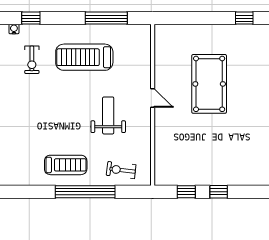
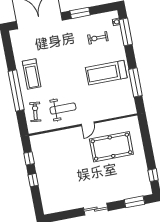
window: (31, 18) -> (126, 32), width x2.17
treadmill: (84, 57) -> (106, 73), turned -90
pool table: (209, 84) -> (111, 147), moved
weight bench: (108, 115) -> (63, 109), moved

